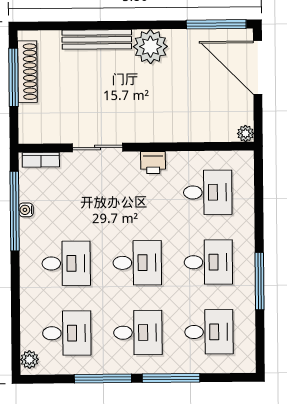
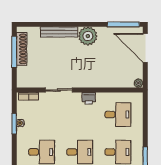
window: (15, 211) -> (14, 124), width x0.47

